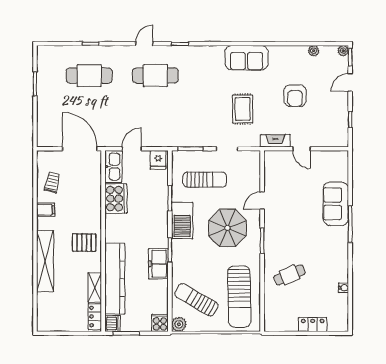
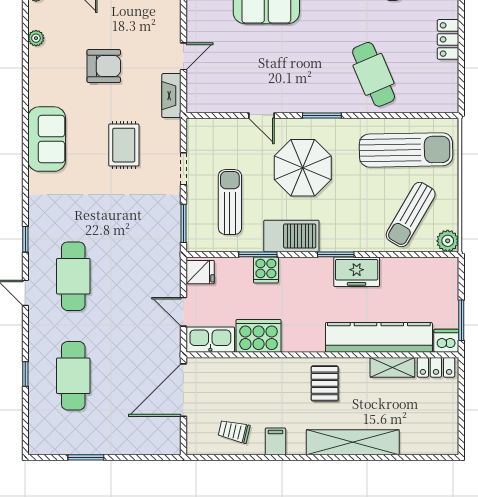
rug: (243, 109) -> (124, 145), turned 90
cafe table: (290, 275) -> (374, 74), width x1.37, depth x1.35
cooker: (160, 323) -> (266, 270), moved, turned -90

